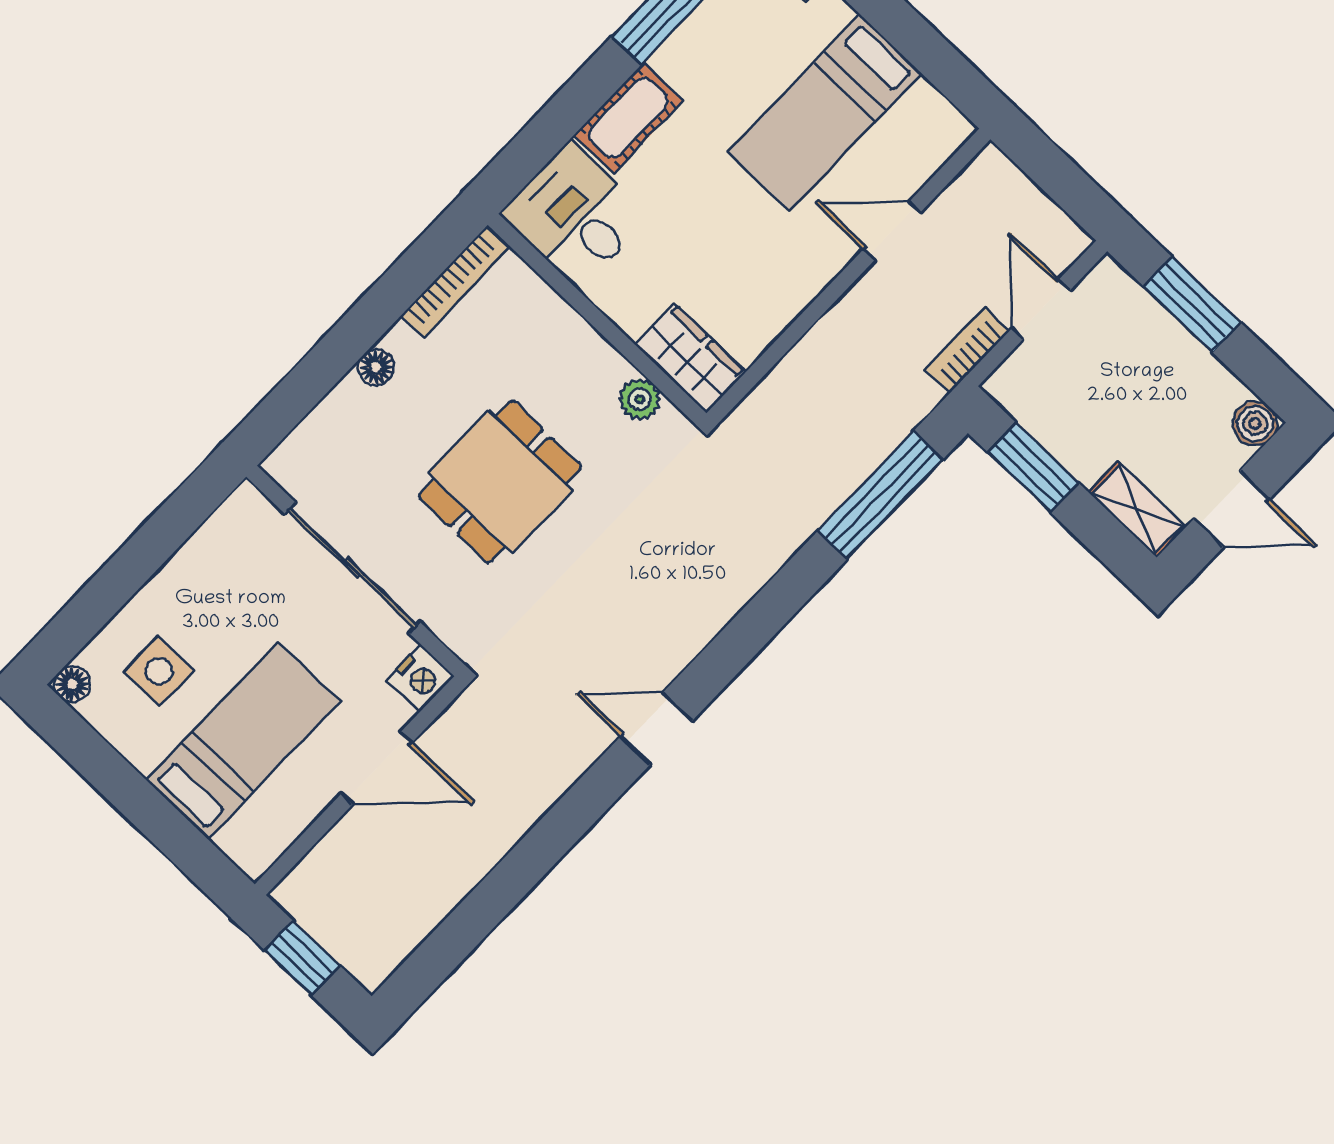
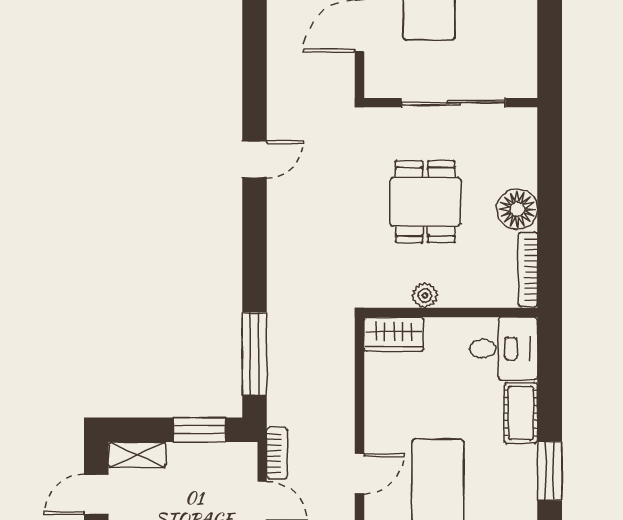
floor lamp: (376, 367) -> (517, 209), width x1.89, depth x1.89
plant: (640, 399) -> (425, 295), moved
nightstand: (420, 678) -> (378, 83), removed

